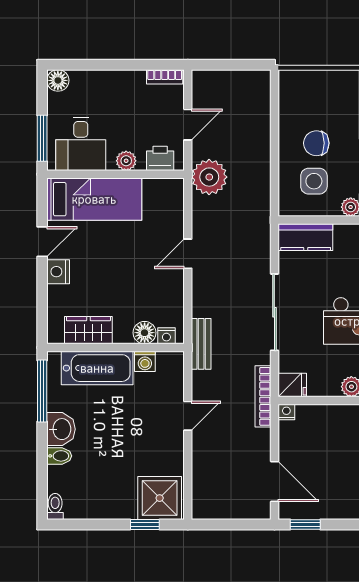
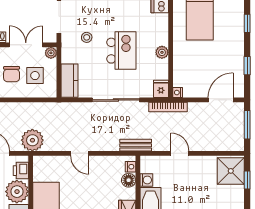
plant: (126, 161) -> (17, 192), width x1.88, depth x1.88
window: (234, 525) -> (247, 125), added
window: (305, 525) -> (247, 66), moved

